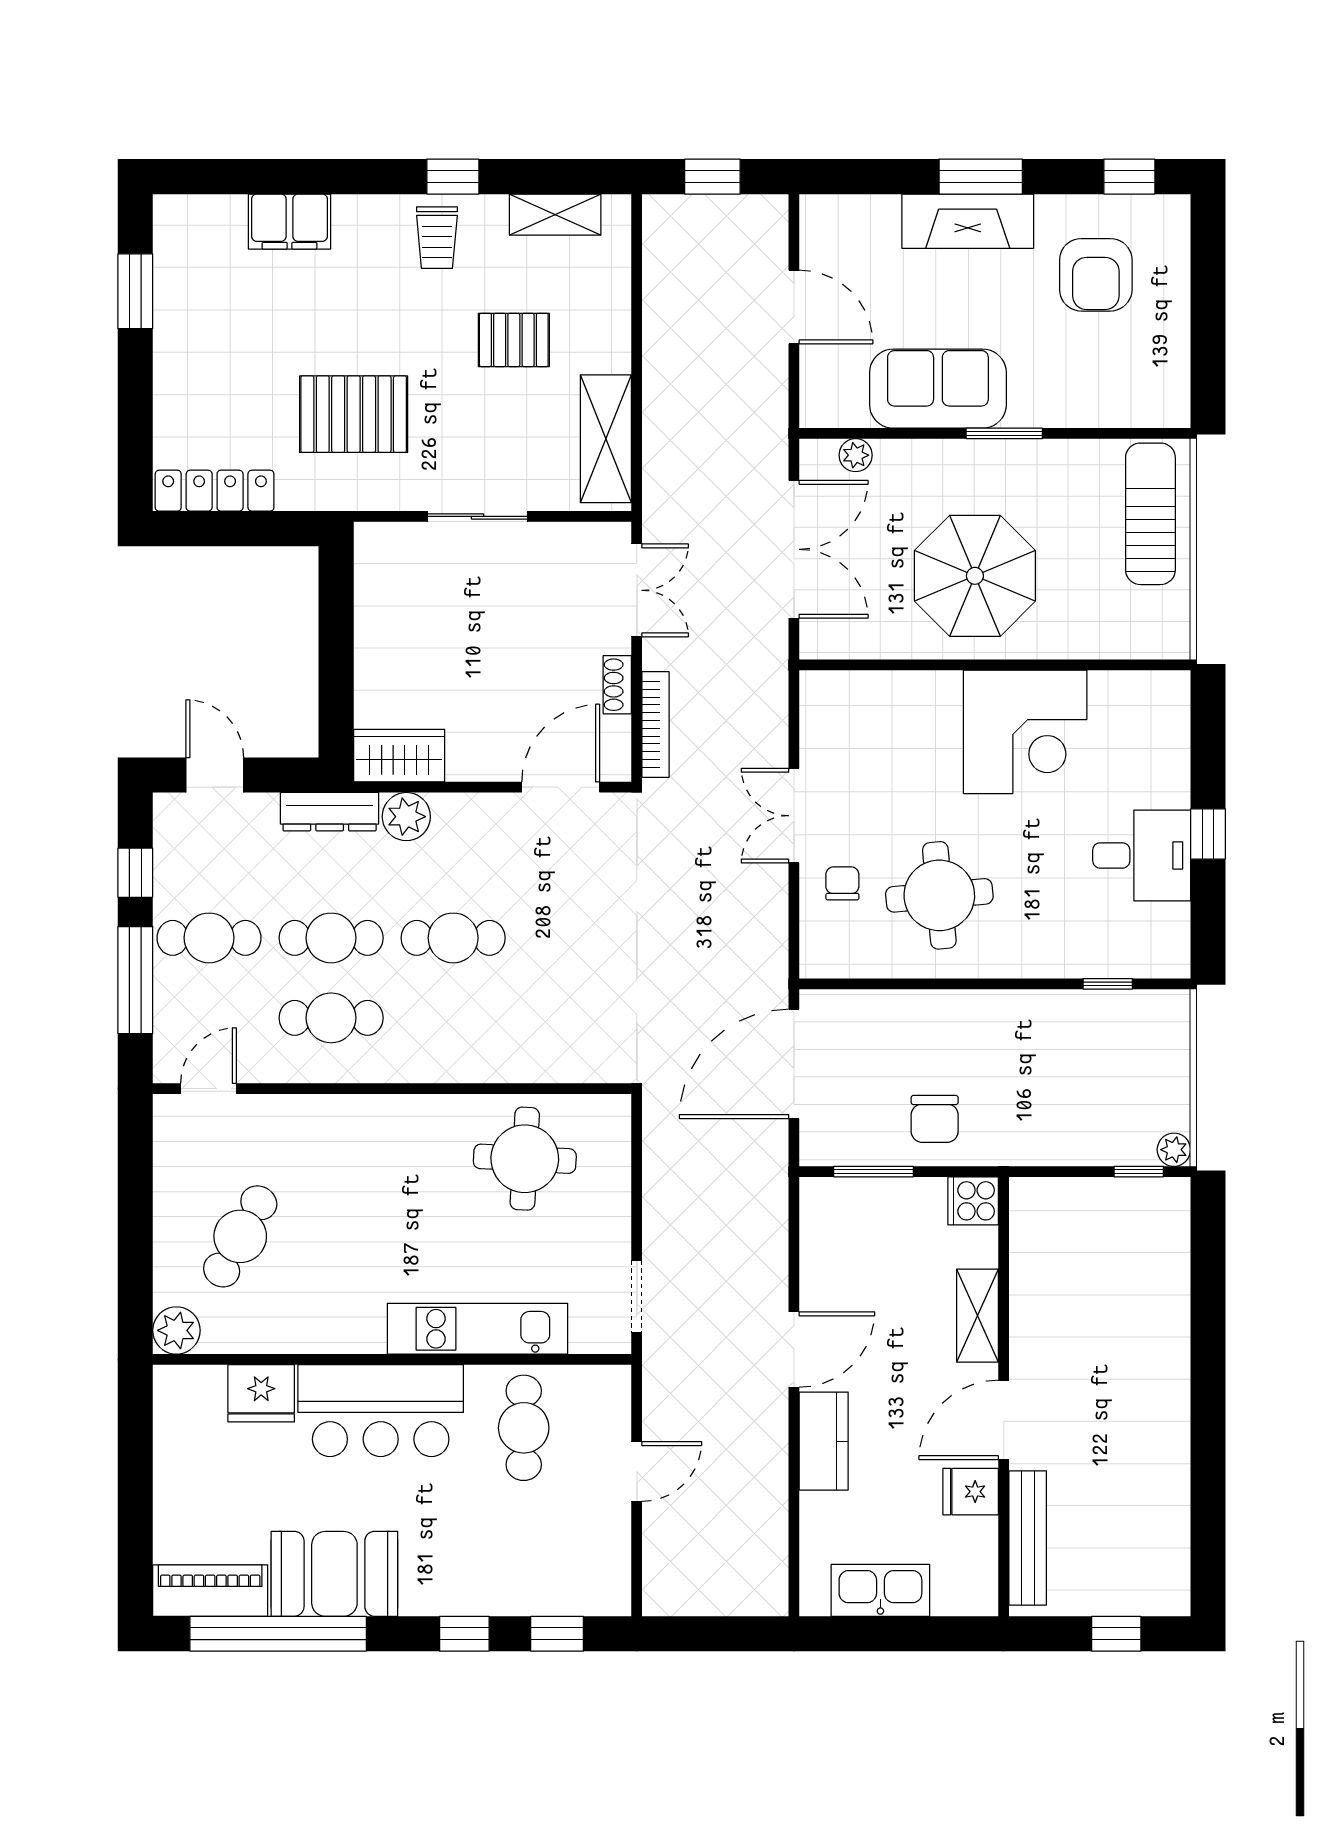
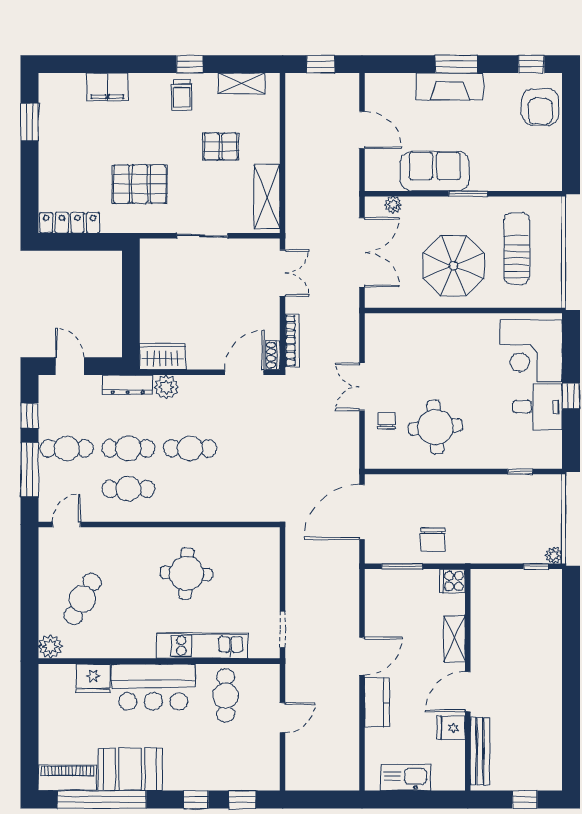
armchair: (1096, 275) -> (540, 107), moved
sun lounger: (1150, 514) -> (517, 248), moved
shoe rack: (617, 685) -> (273, 355), moved
corner desk: (1025, 732) -> (531, 351), moved, turned 90
round table: (525, 1159) -> (186, 573), moved

